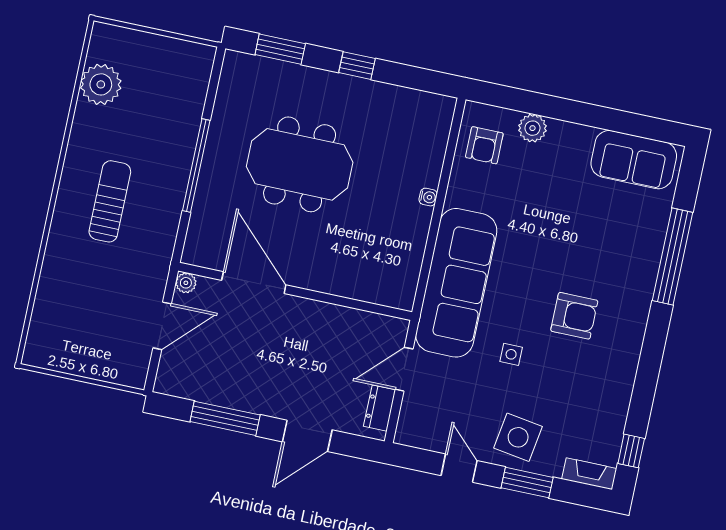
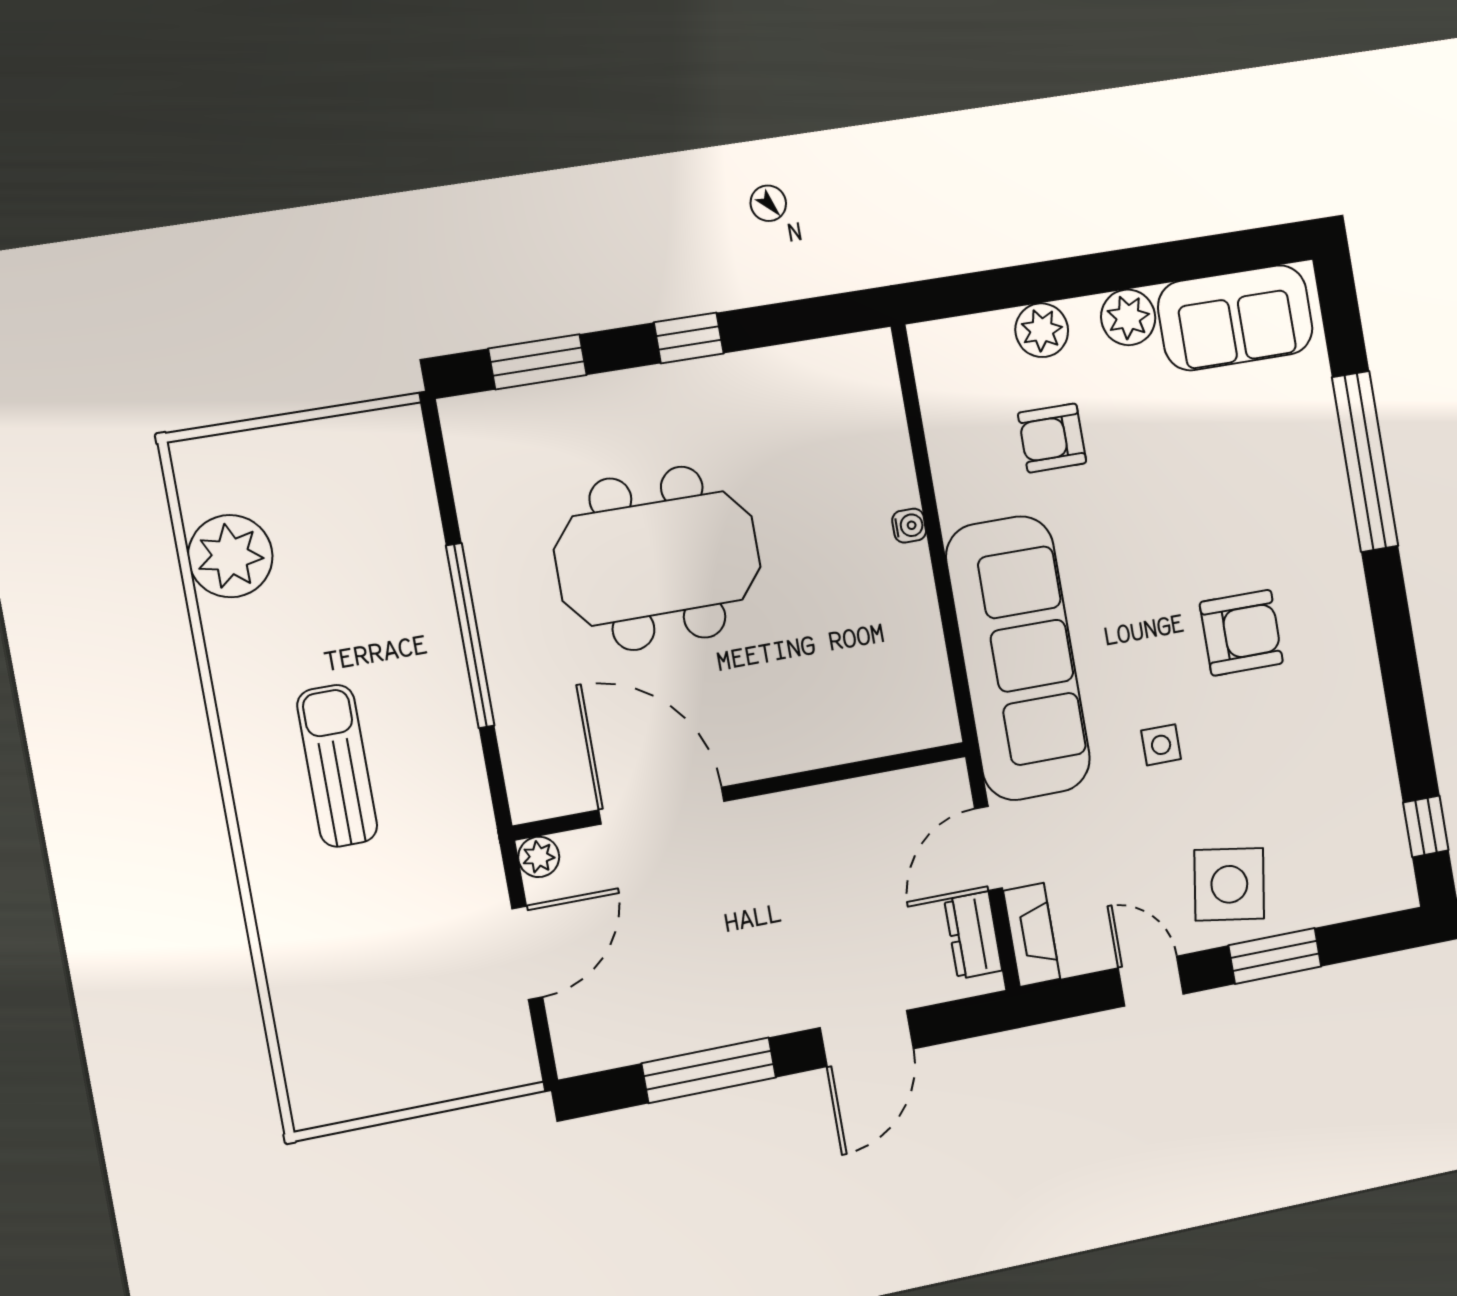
plant: (579, 139) -> (1128, 317), added
armchair: (484, 145) -> (1052, 438), moved, turned 90
fireplace: (589, 474) -> (1032, 935), moved, turned 90

